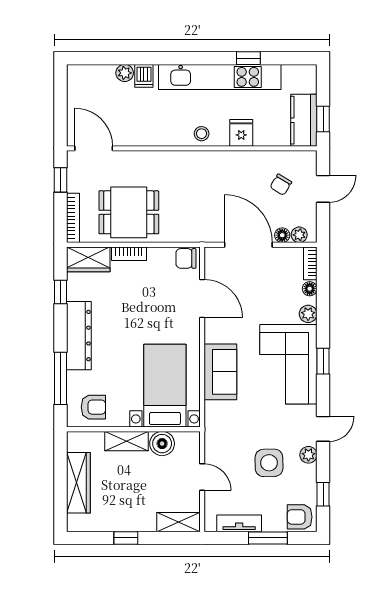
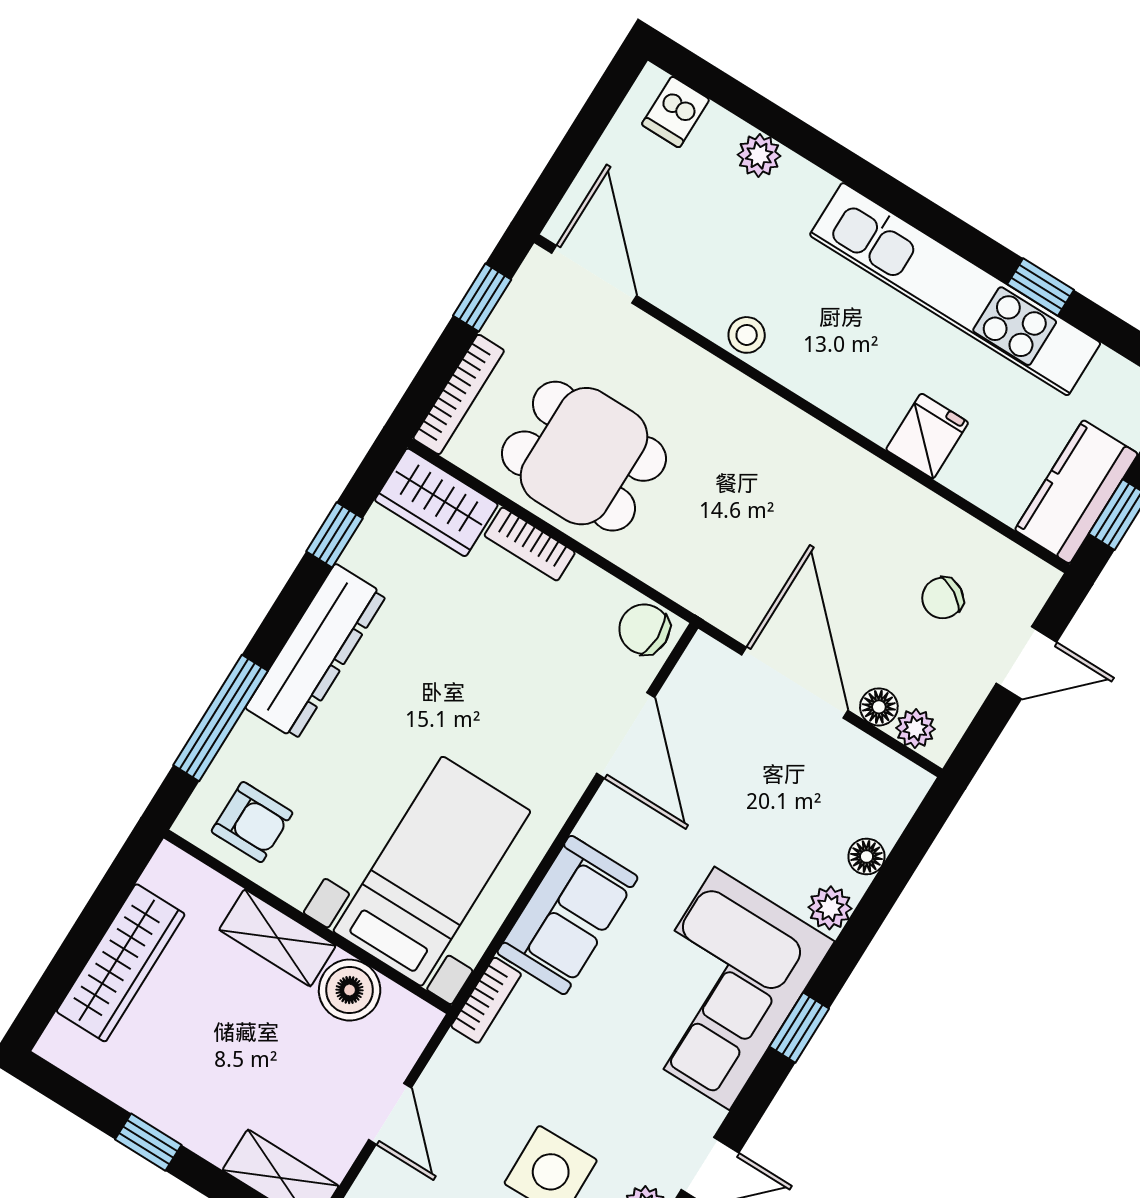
dishwasher: (144, 76) -> (676, 112), moved
stool: (202, 134) -> (747, 335), moved
bookcase: (310, 263) -> (486, 1000), moved, turned 180

